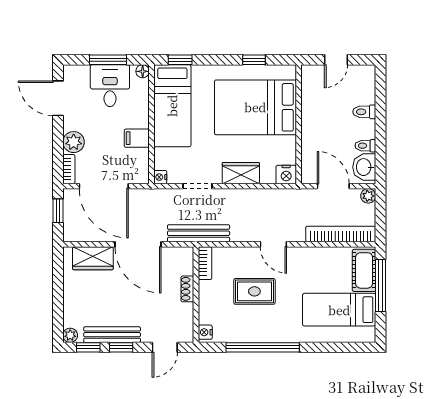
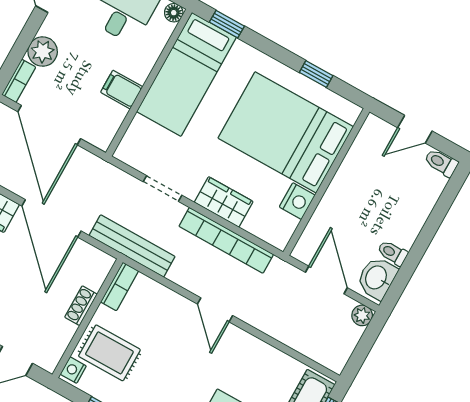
toilet: (364, 112) -> (441, 163), moved
nightstand: (286, 175) -> (297, 201), moved, turned -90
nightstand: (160, 177) -> (124, 152), removed
bookcase: (341, 234) -> (226, 240), moved, turned 180
rug: (254, 291) -> (109, 353), moved

